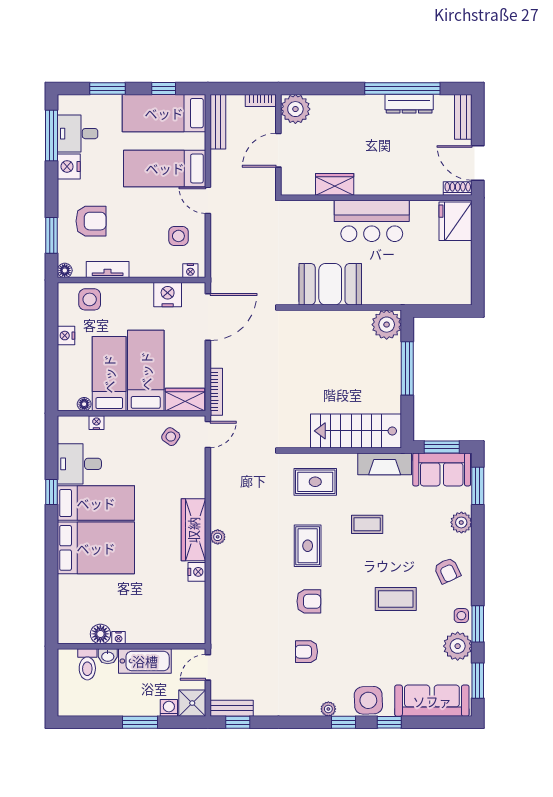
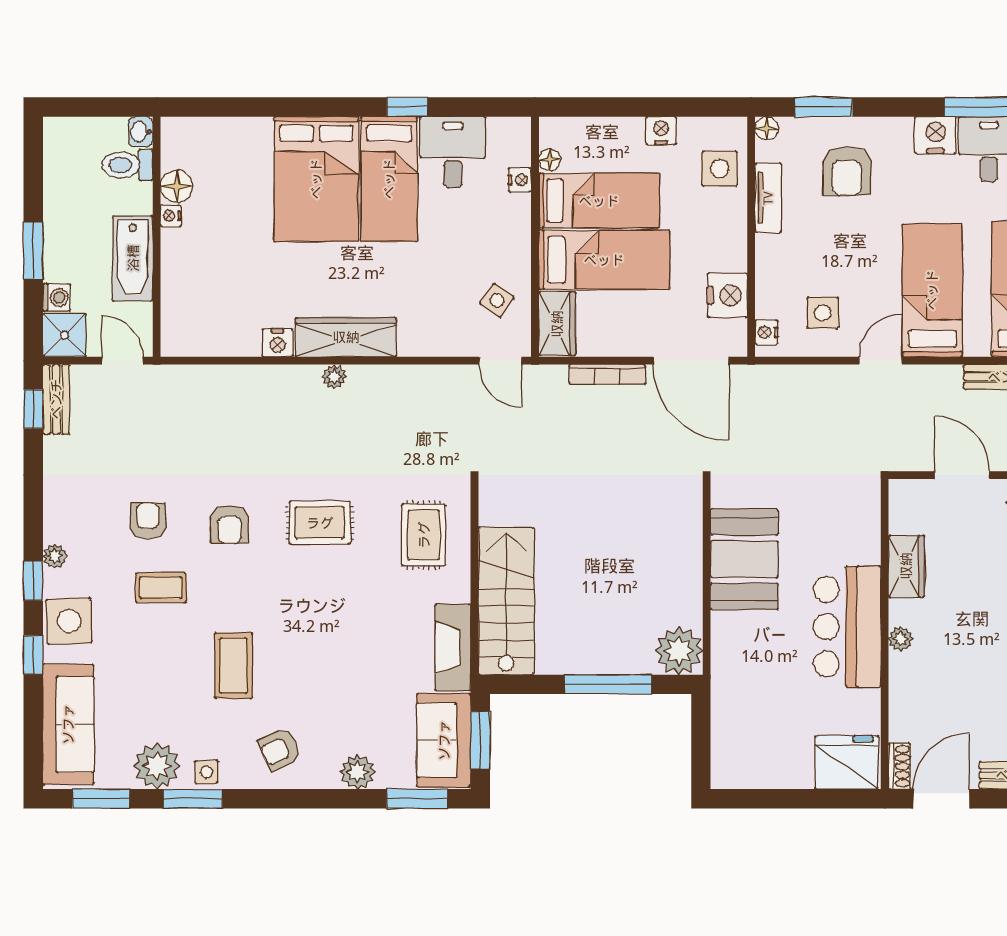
plant: (379, 188) -> (901, 639), added
bookcase: (216, 392) -> (607, 374), moved
coffee table: (367, 524) -> (161, 588), moved, turned 90
washbasin: (108, 656) -> (141, 132), moved

